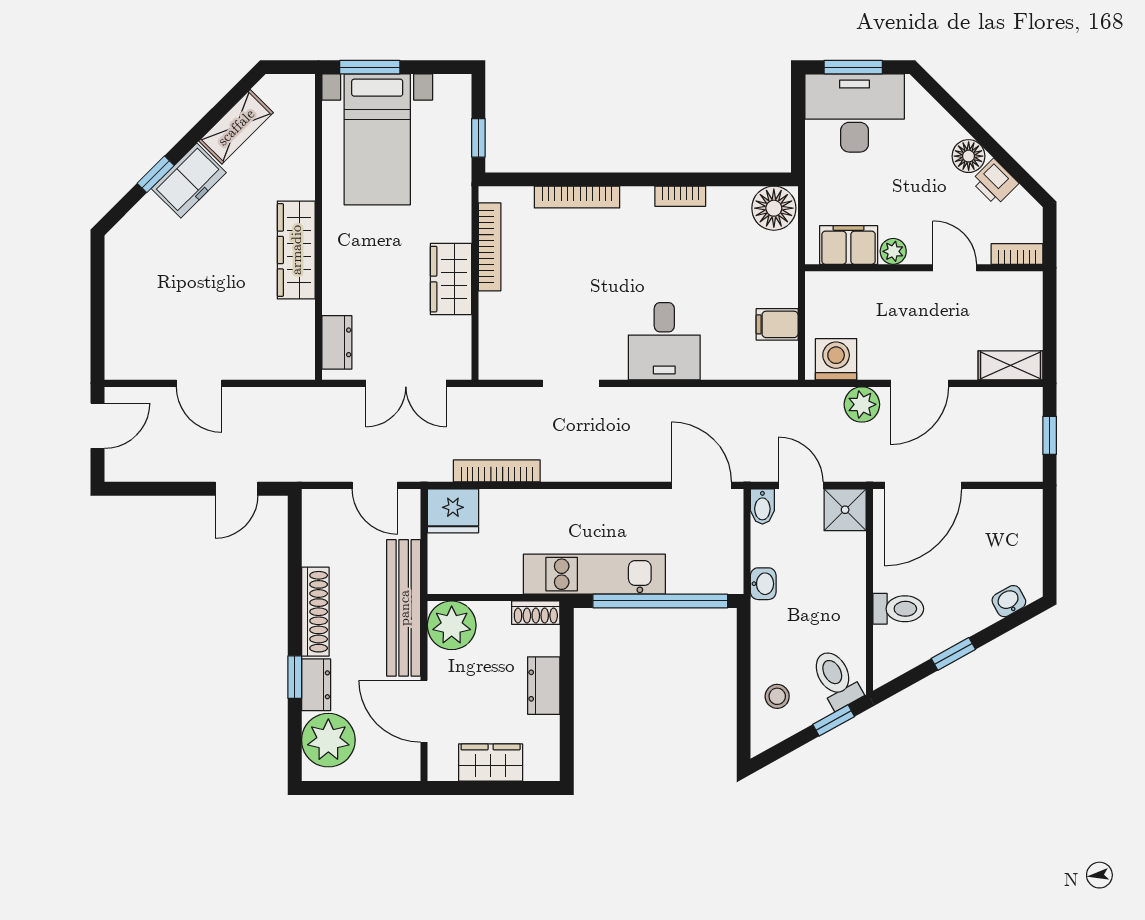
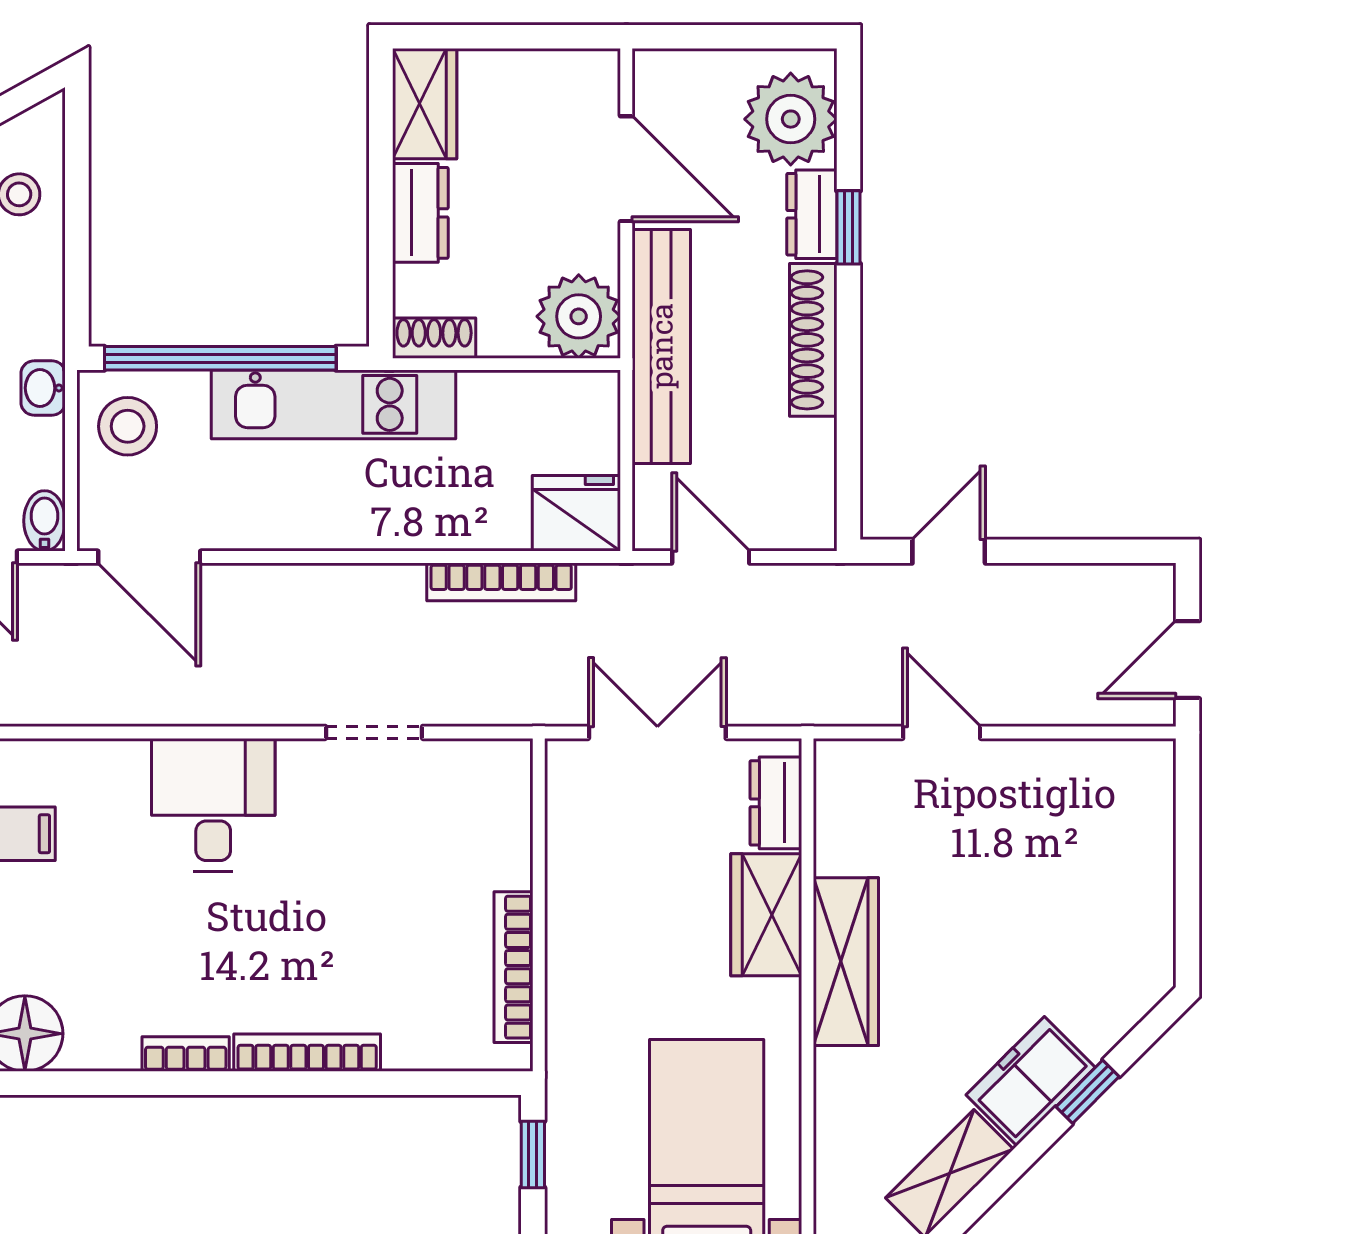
bookcase: (577, 197) -> (307, 1053), moved
wardrobe: (451, 279) -> (766, 915), moved, turned 180
door: (199, 383) -> (942, 732), moved
stool: (714, 561) -> (128, 426), added
wardrobe: (491, 763) -> (425, 104), moved, turned -90

